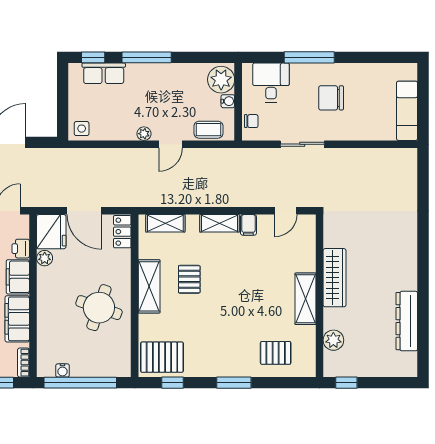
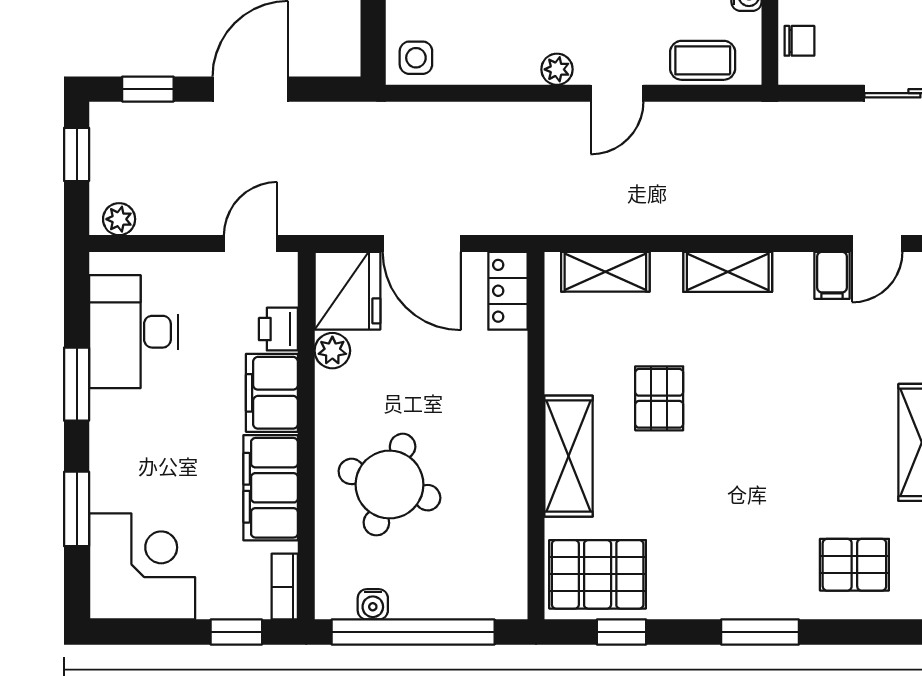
filing cabinet: (248, 225) -> (832, 275), moved
shelving: (149, 286) -> (569, 456), moved
round table: (99, 308) -> (389, 485), moved

